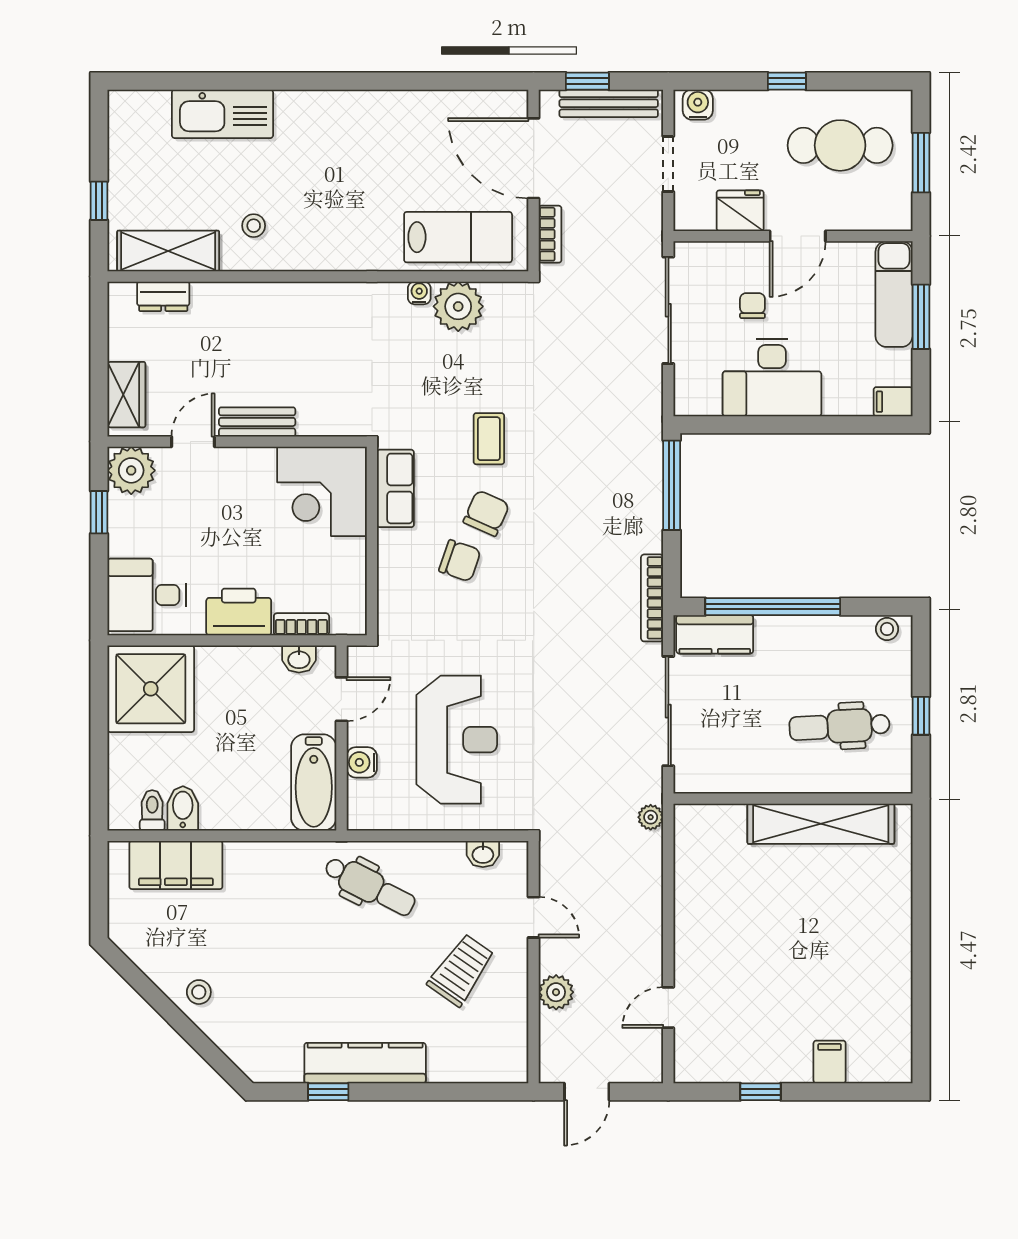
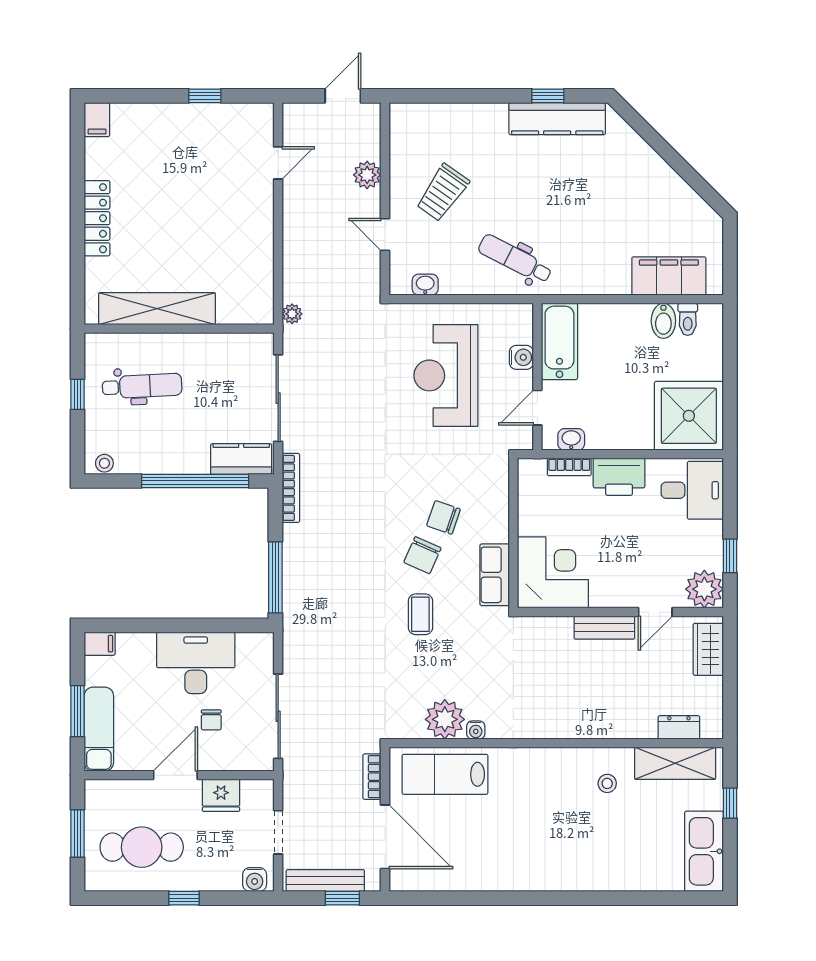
kitchen sink: (222, 114) -> (704, 851), moved, turned -90
locker: (896, 938) -> (97, 218), added
stool: (199, 992) -> (651, 175), removed
filing cabinet: (830, 1062) -> (97, 120), moved
kitchen counter: (365, 1063) -> (557, 119), moved

